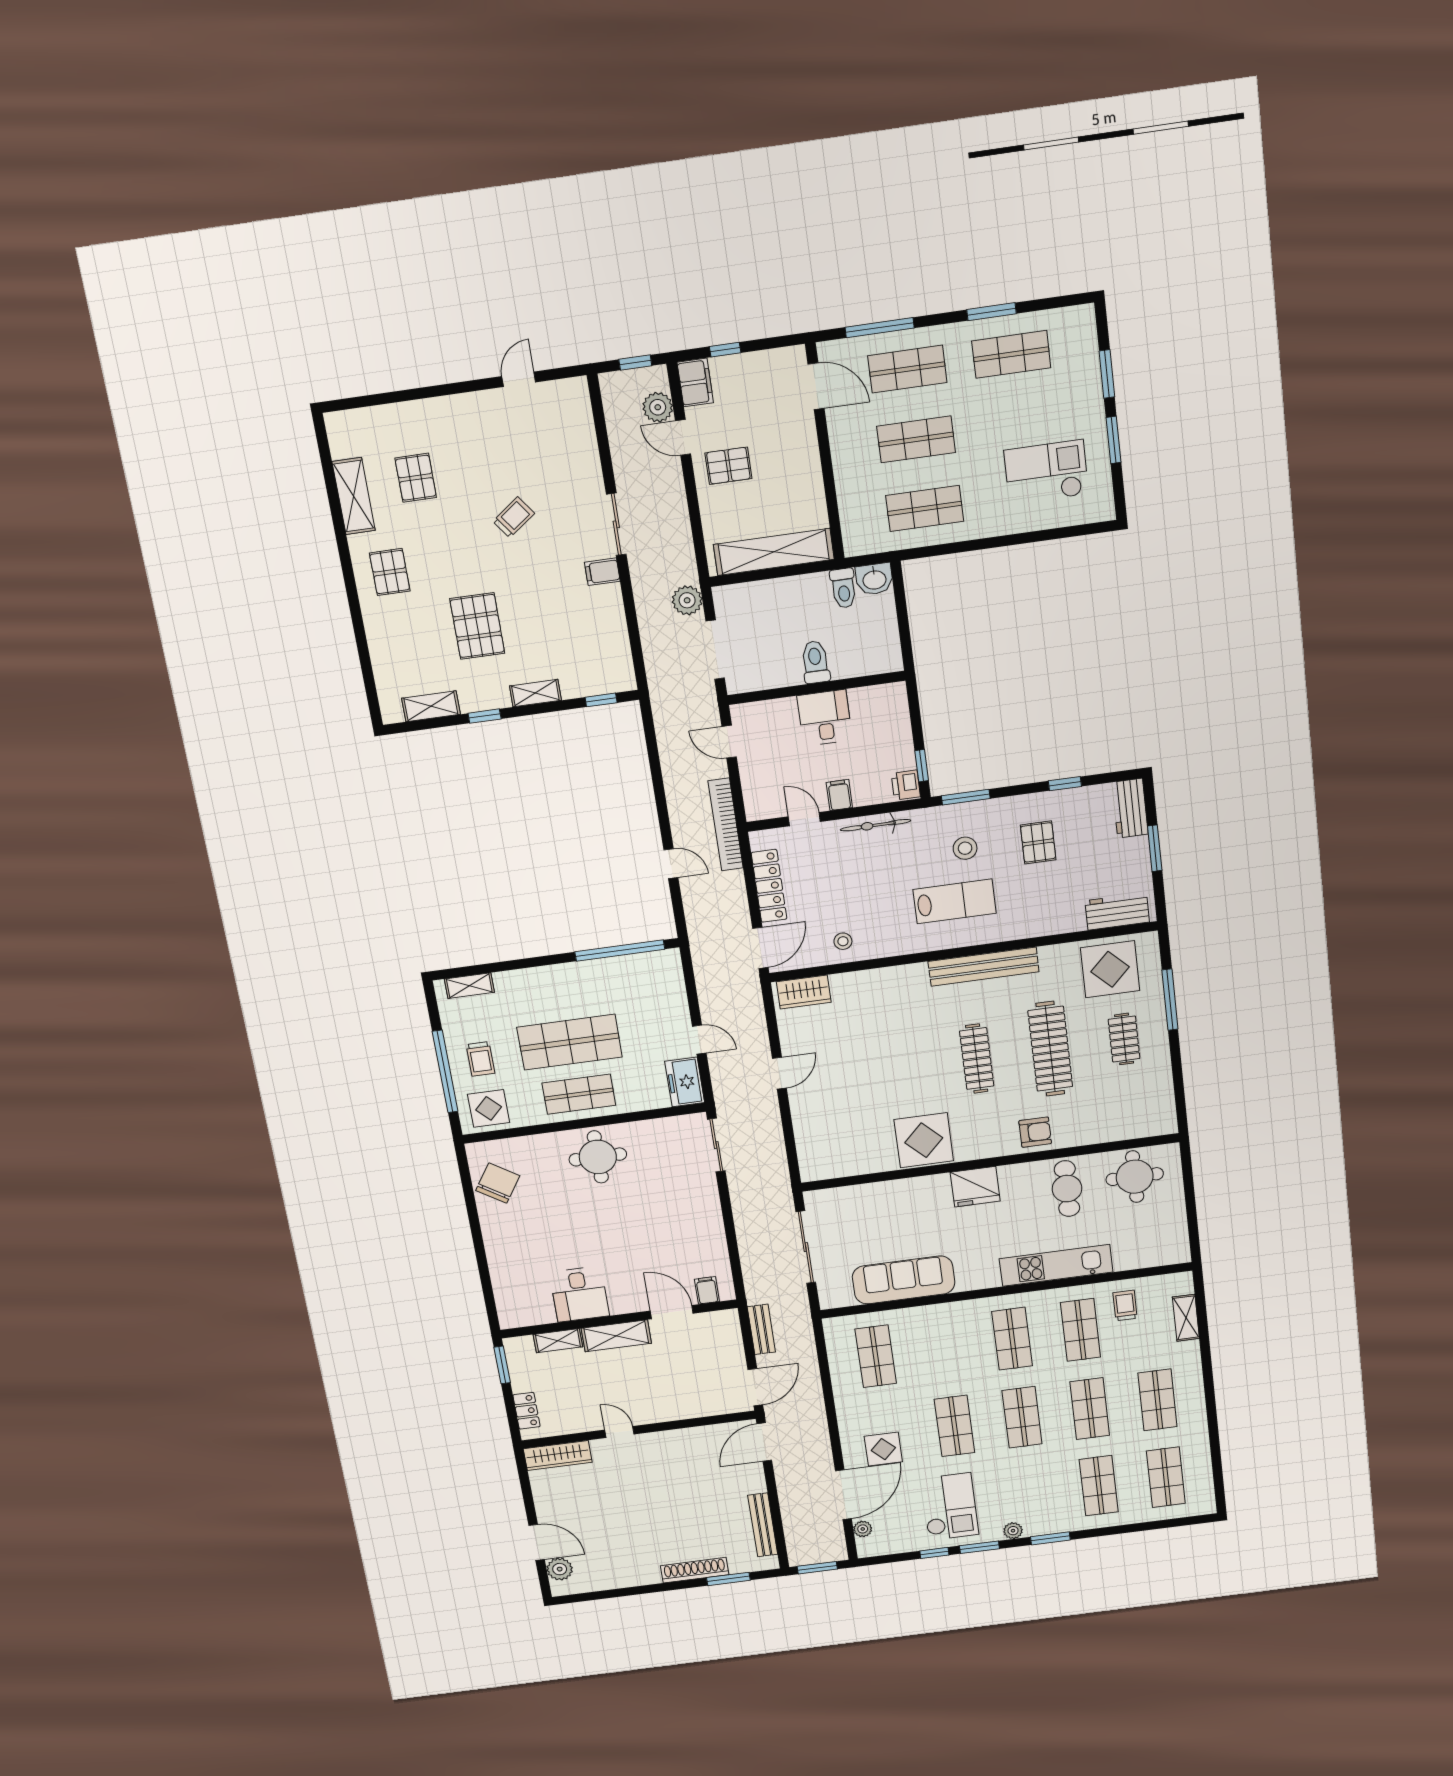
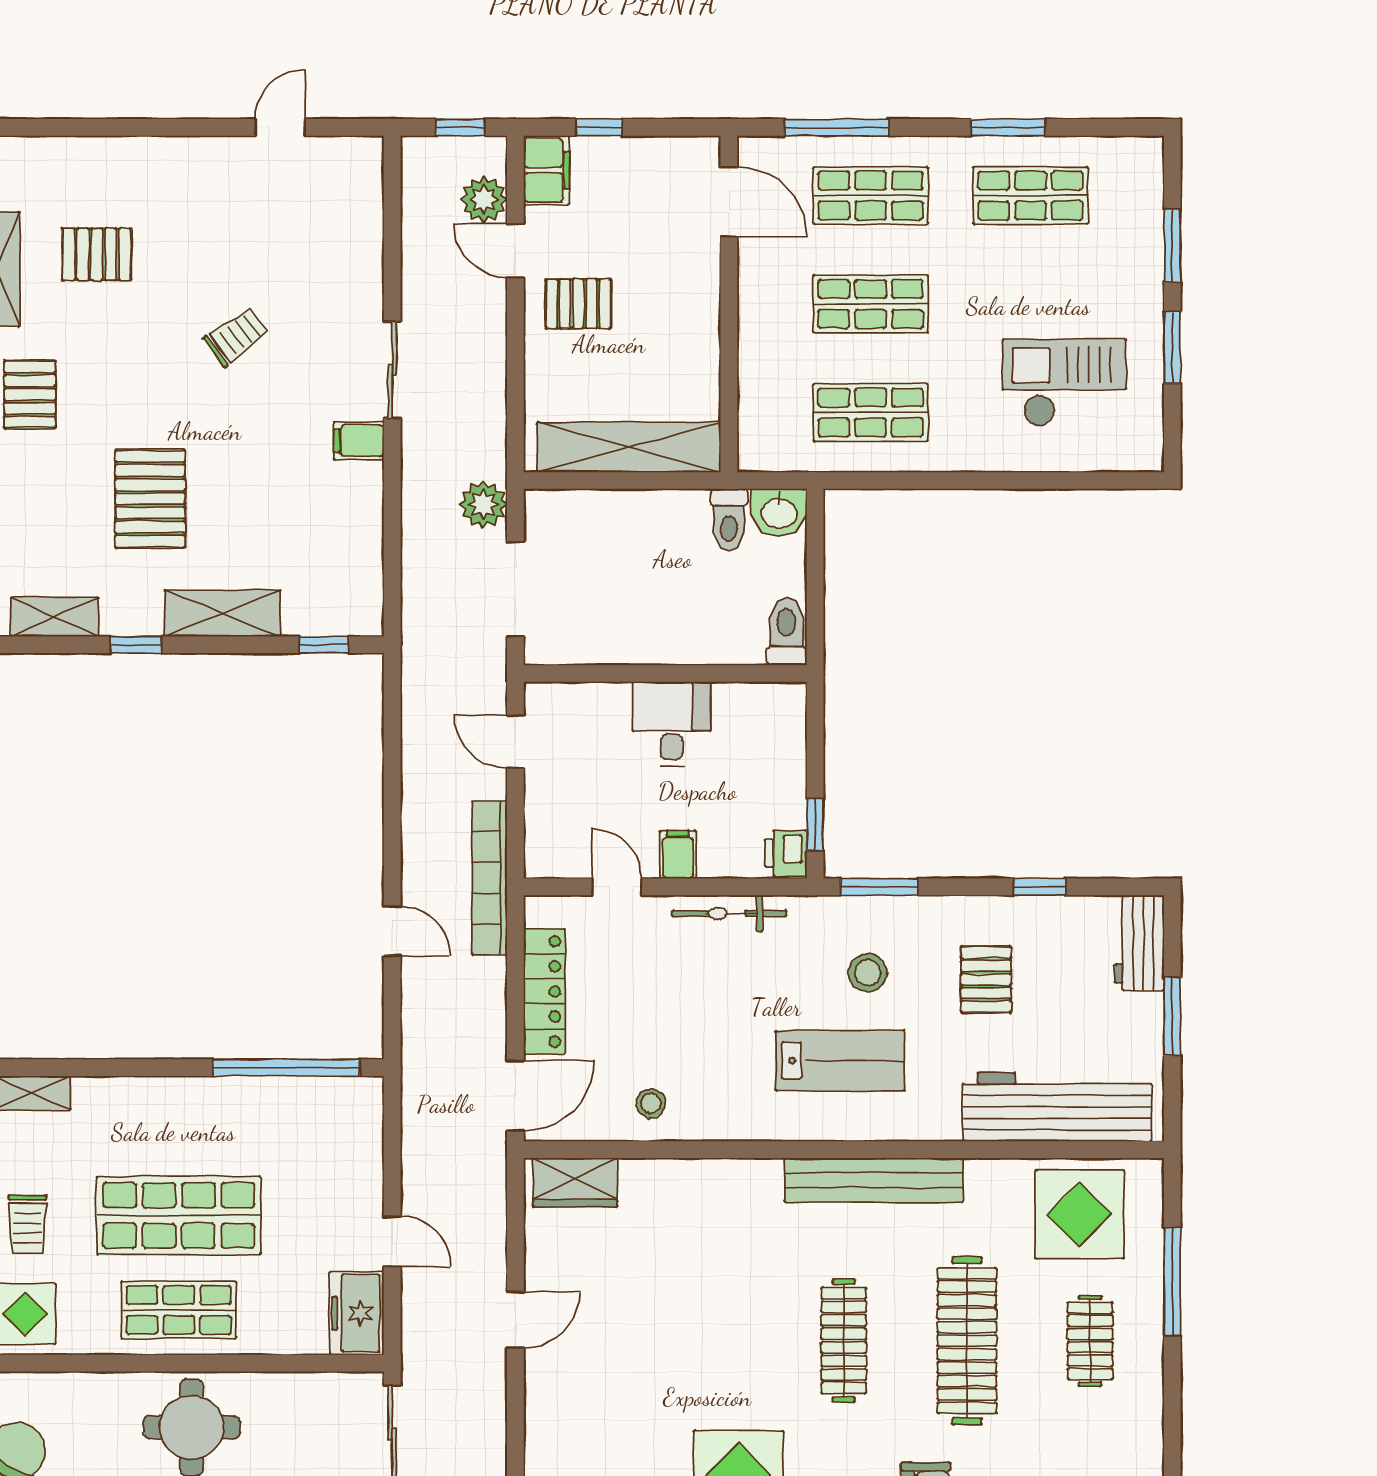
pallet: (416, 478) -> (97, 254), turned 90
toilet: (815, 662) -> (786, 632), moved
shelving: (535, 693) -> (223, 613), width x1.50, depth x1.33
workbench: (1117, 911) -> (1057, 1107), width x1.88, depth x1.32

